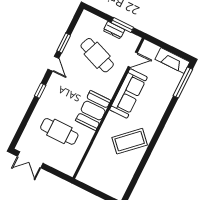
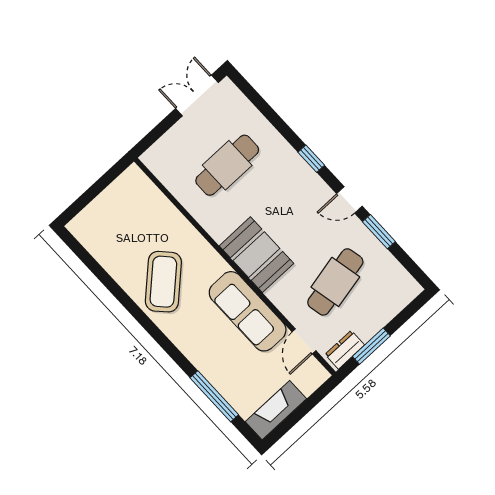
dresser: (114, 30) -> (345, 350), moved
cafe table: (97, 55) -> (335, 282), turned -33
window: (183, 83) -> (214, 396), moved
booth: (93, 111) -> (256, 255), moved

